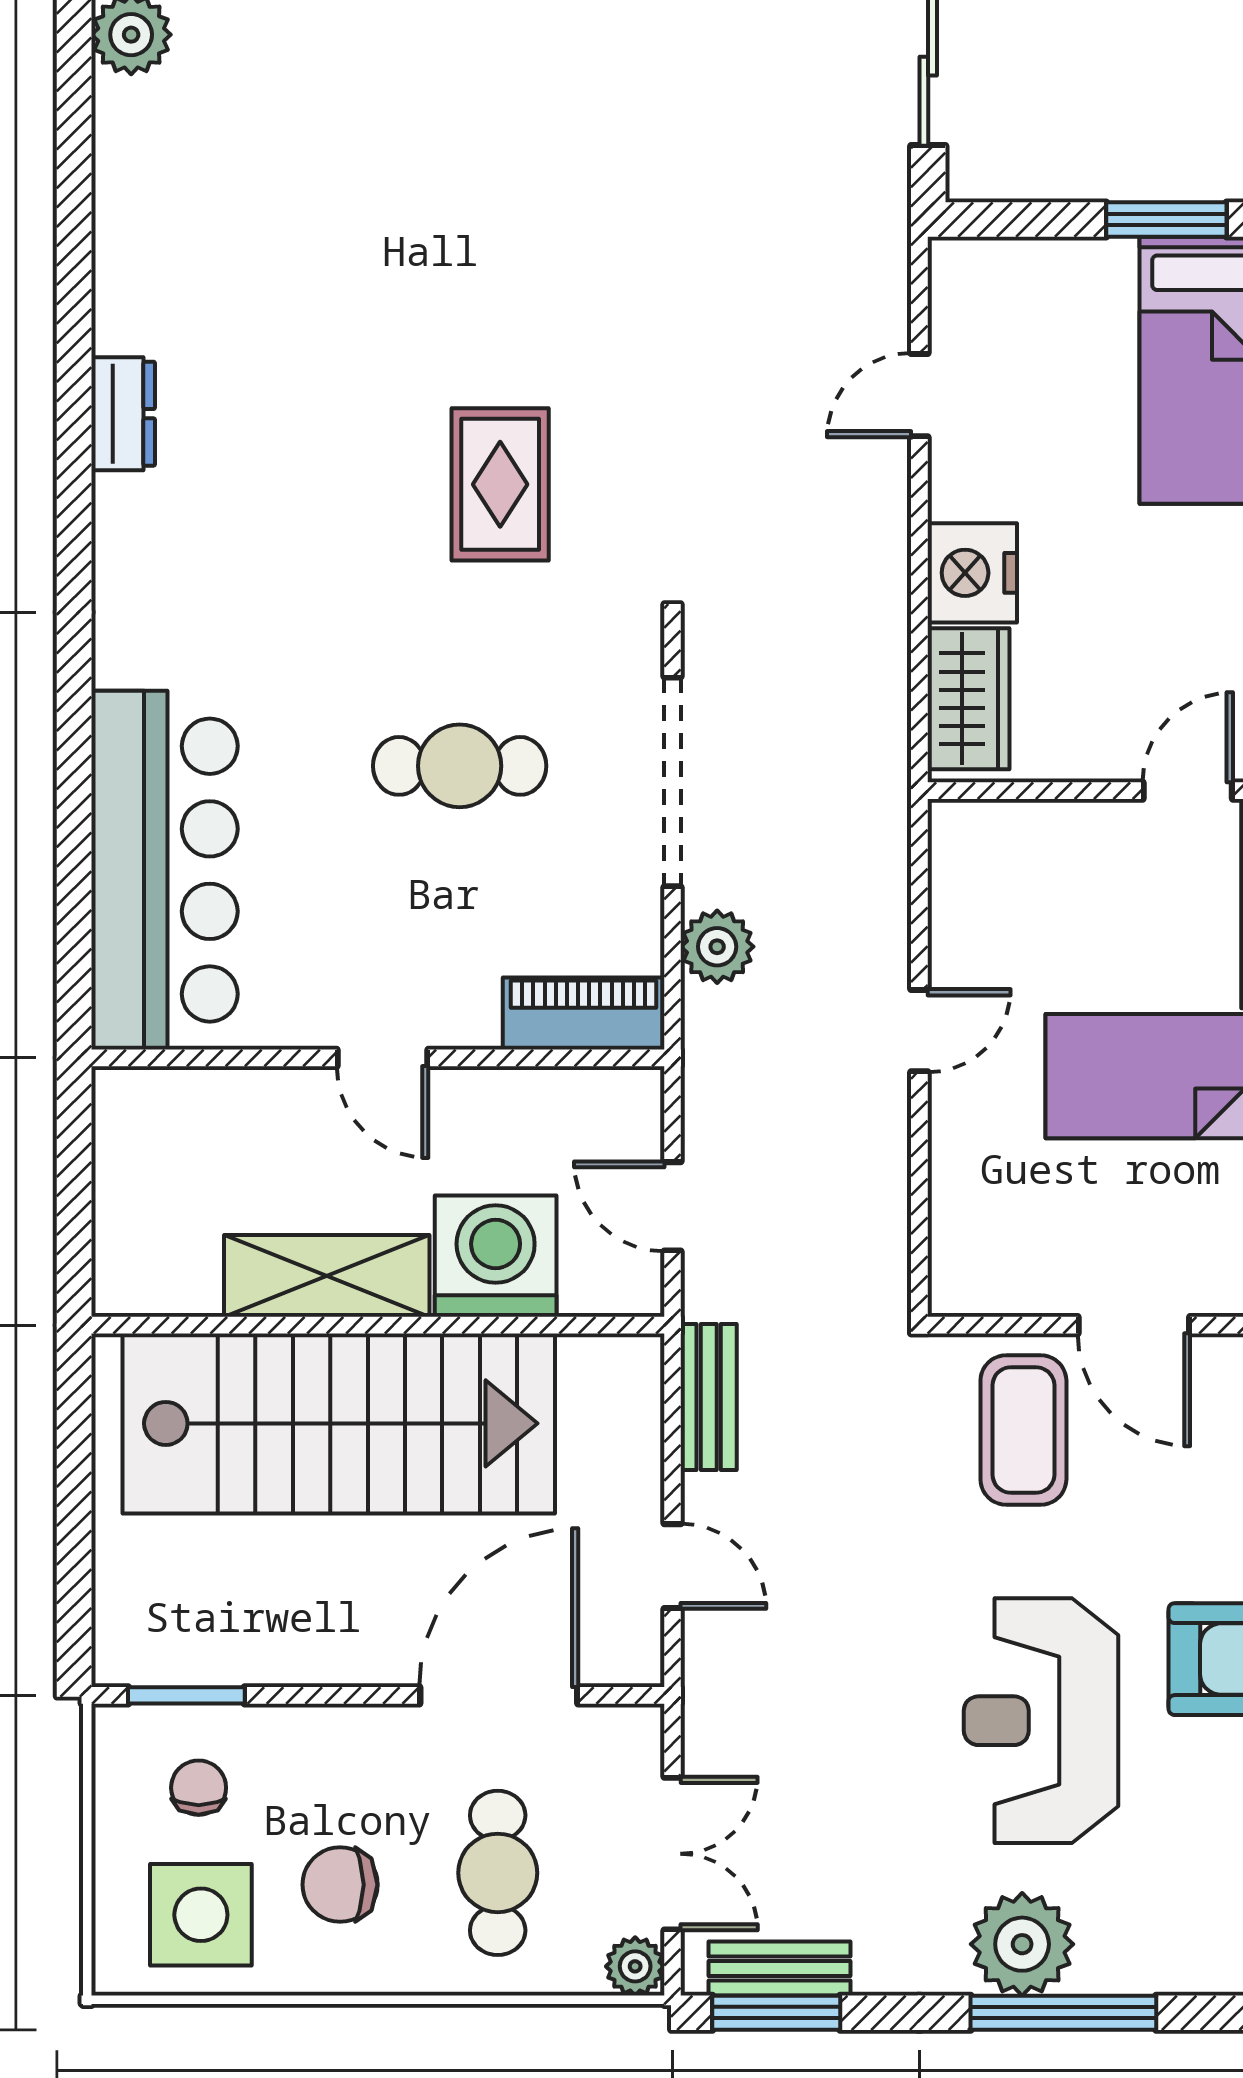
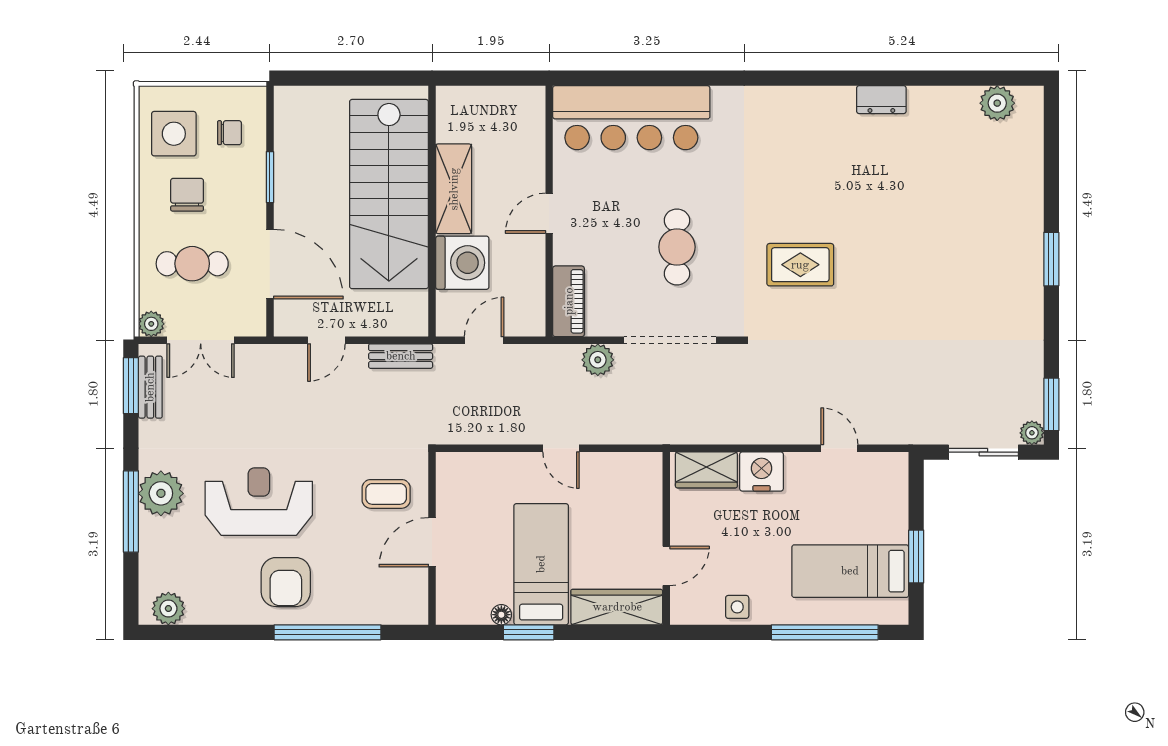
dresser: (123, 414) -> (881, 100), moved
door: (1188, 791) -> (666, 566), hinge flipped
coffee table: (1023, 1430) -> (386, 494), width x0.73, depth x0.77
window: (186, 1695) -> (270, 177), moved

